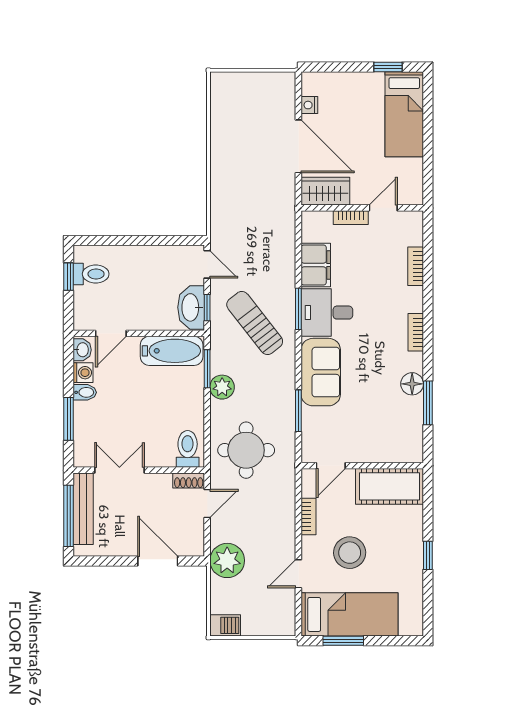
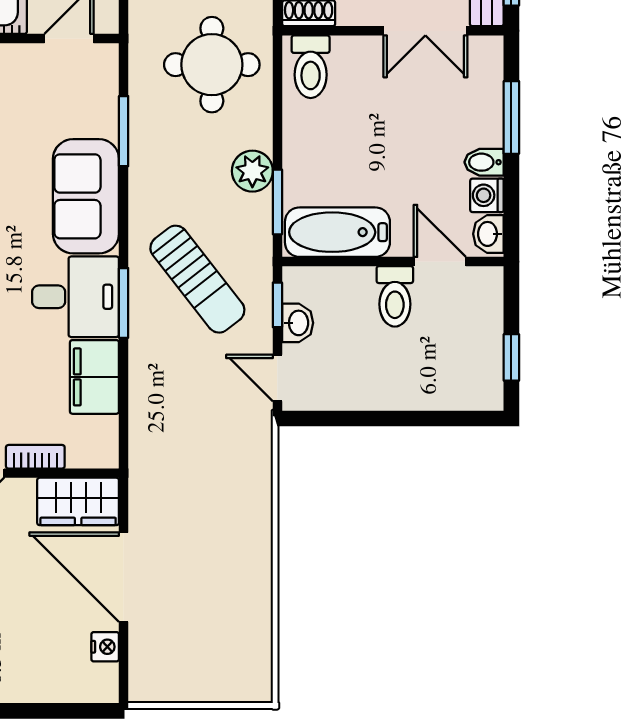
toilet: (91, 274) -> (395, 296), moved, turned -90
washbasin: (191, 307) -> (298, 323), width x0.52, depth x0.69
door: (111, 333) -> (440, 262), hinge flipped

